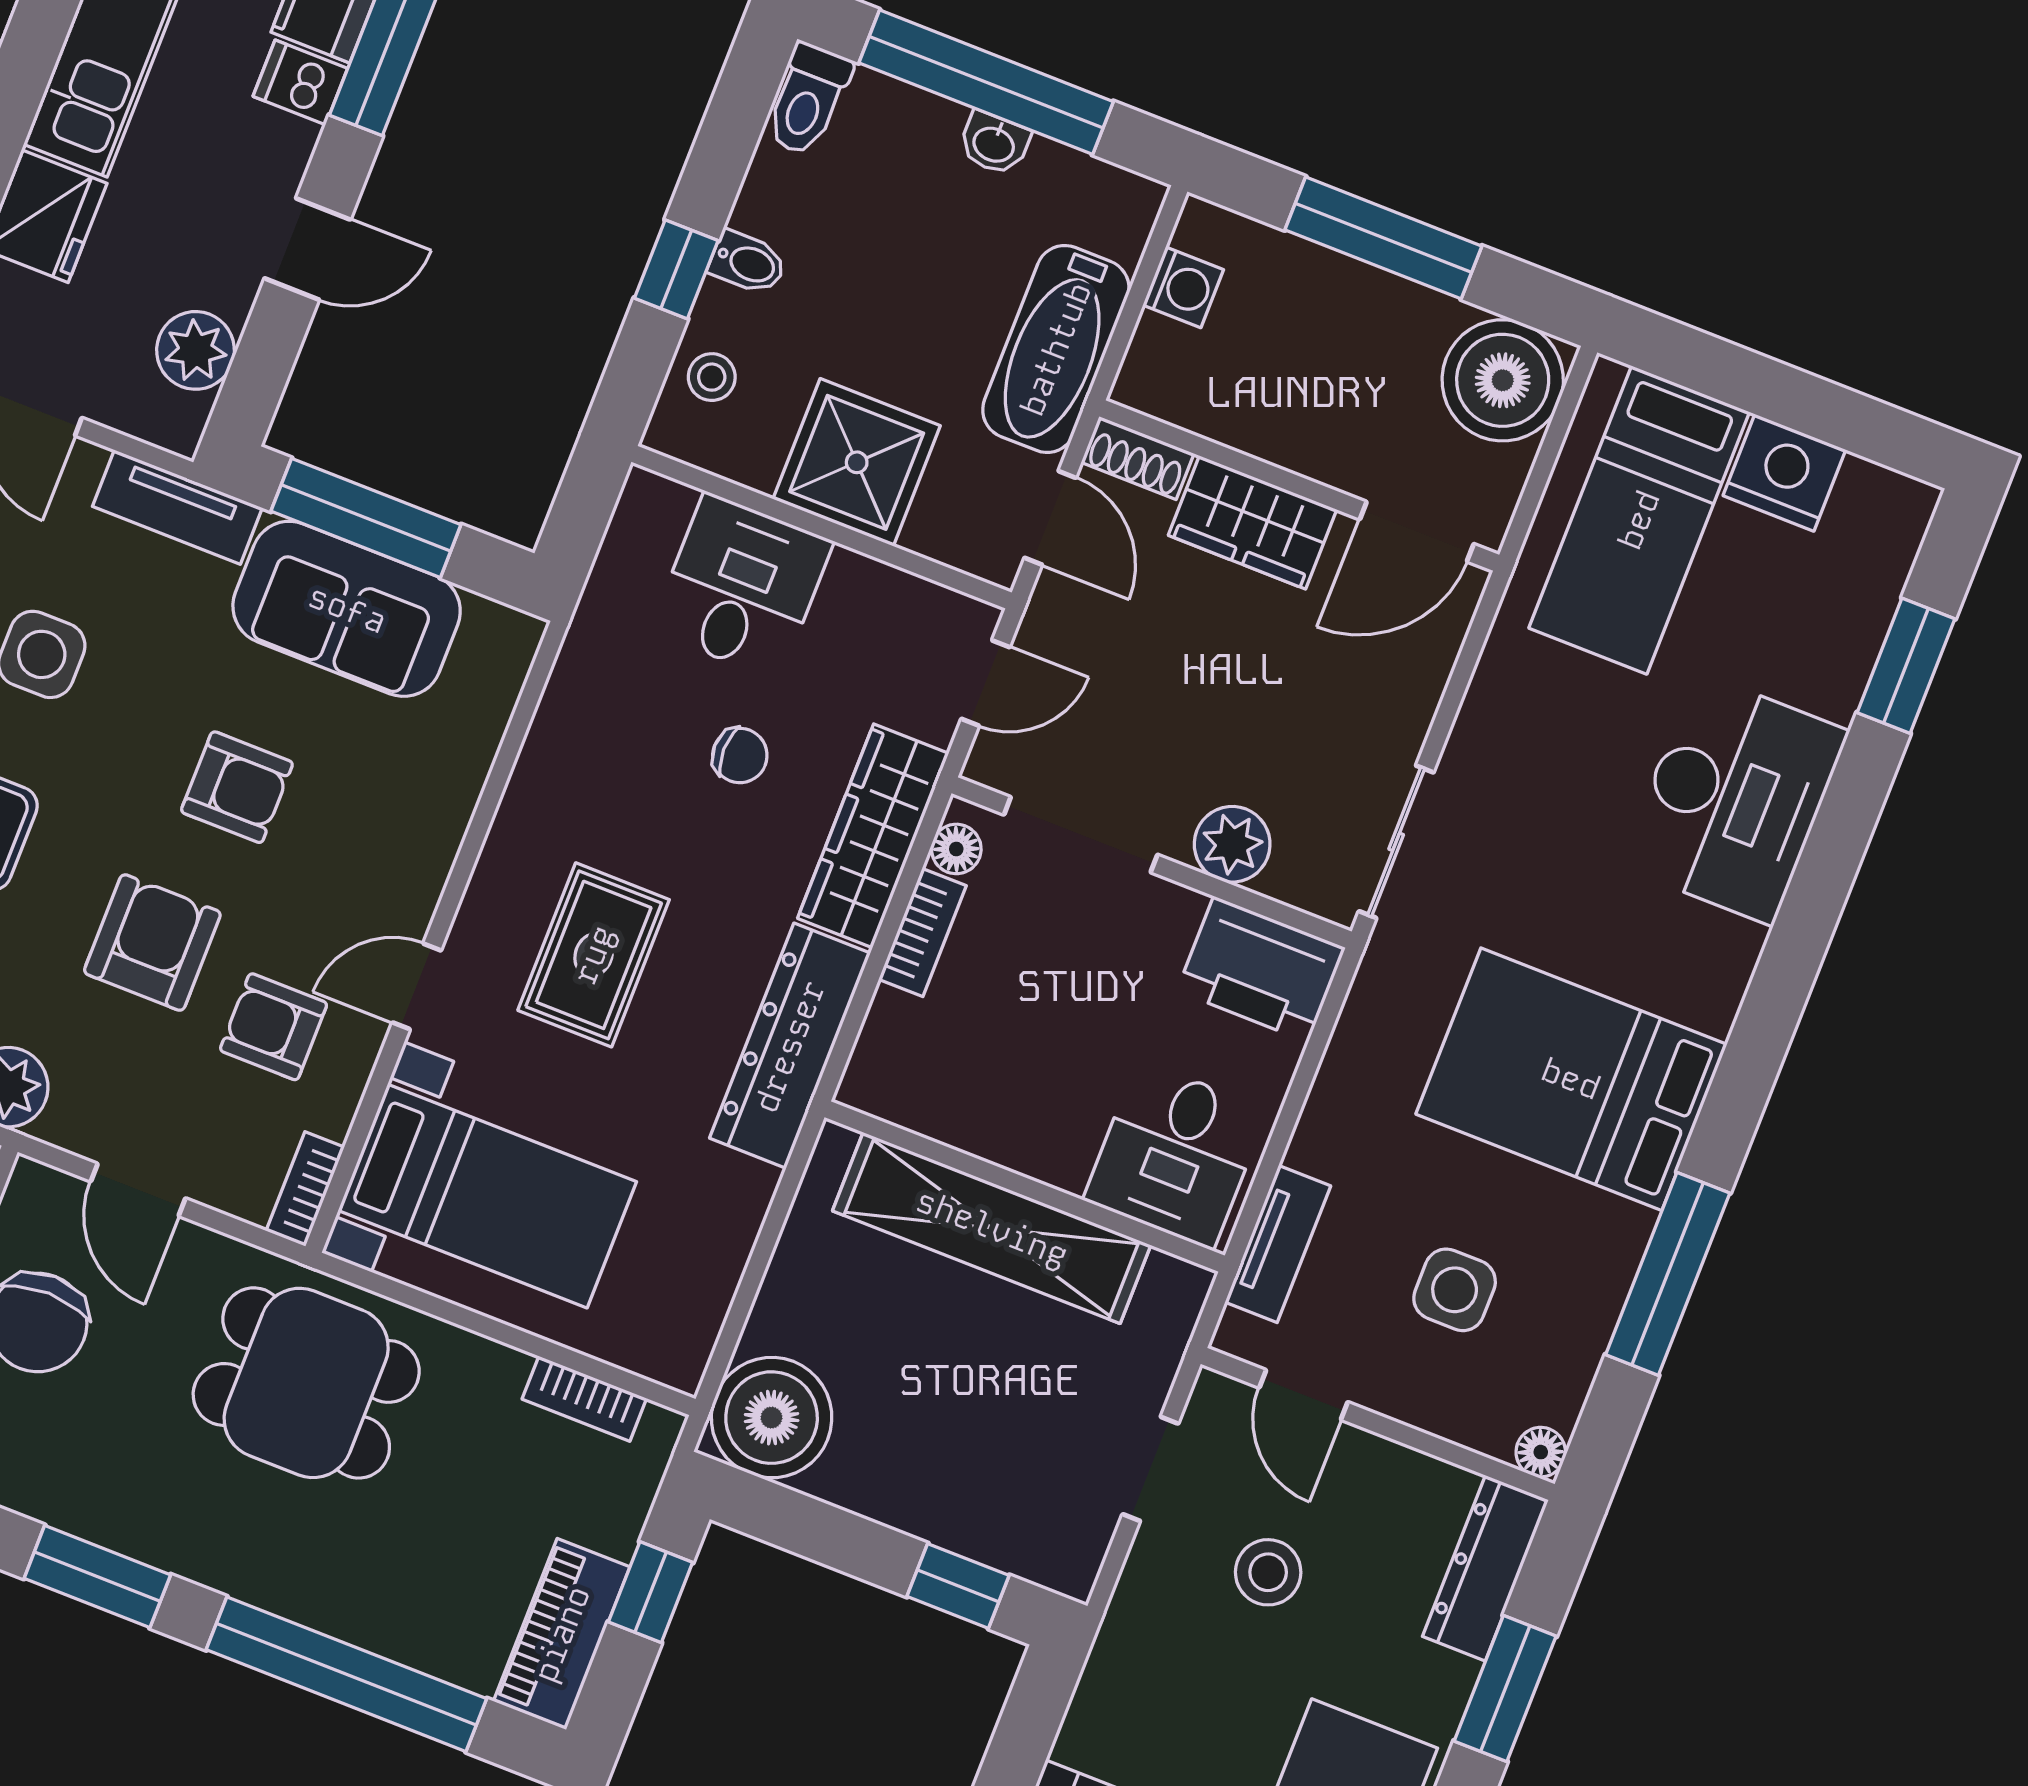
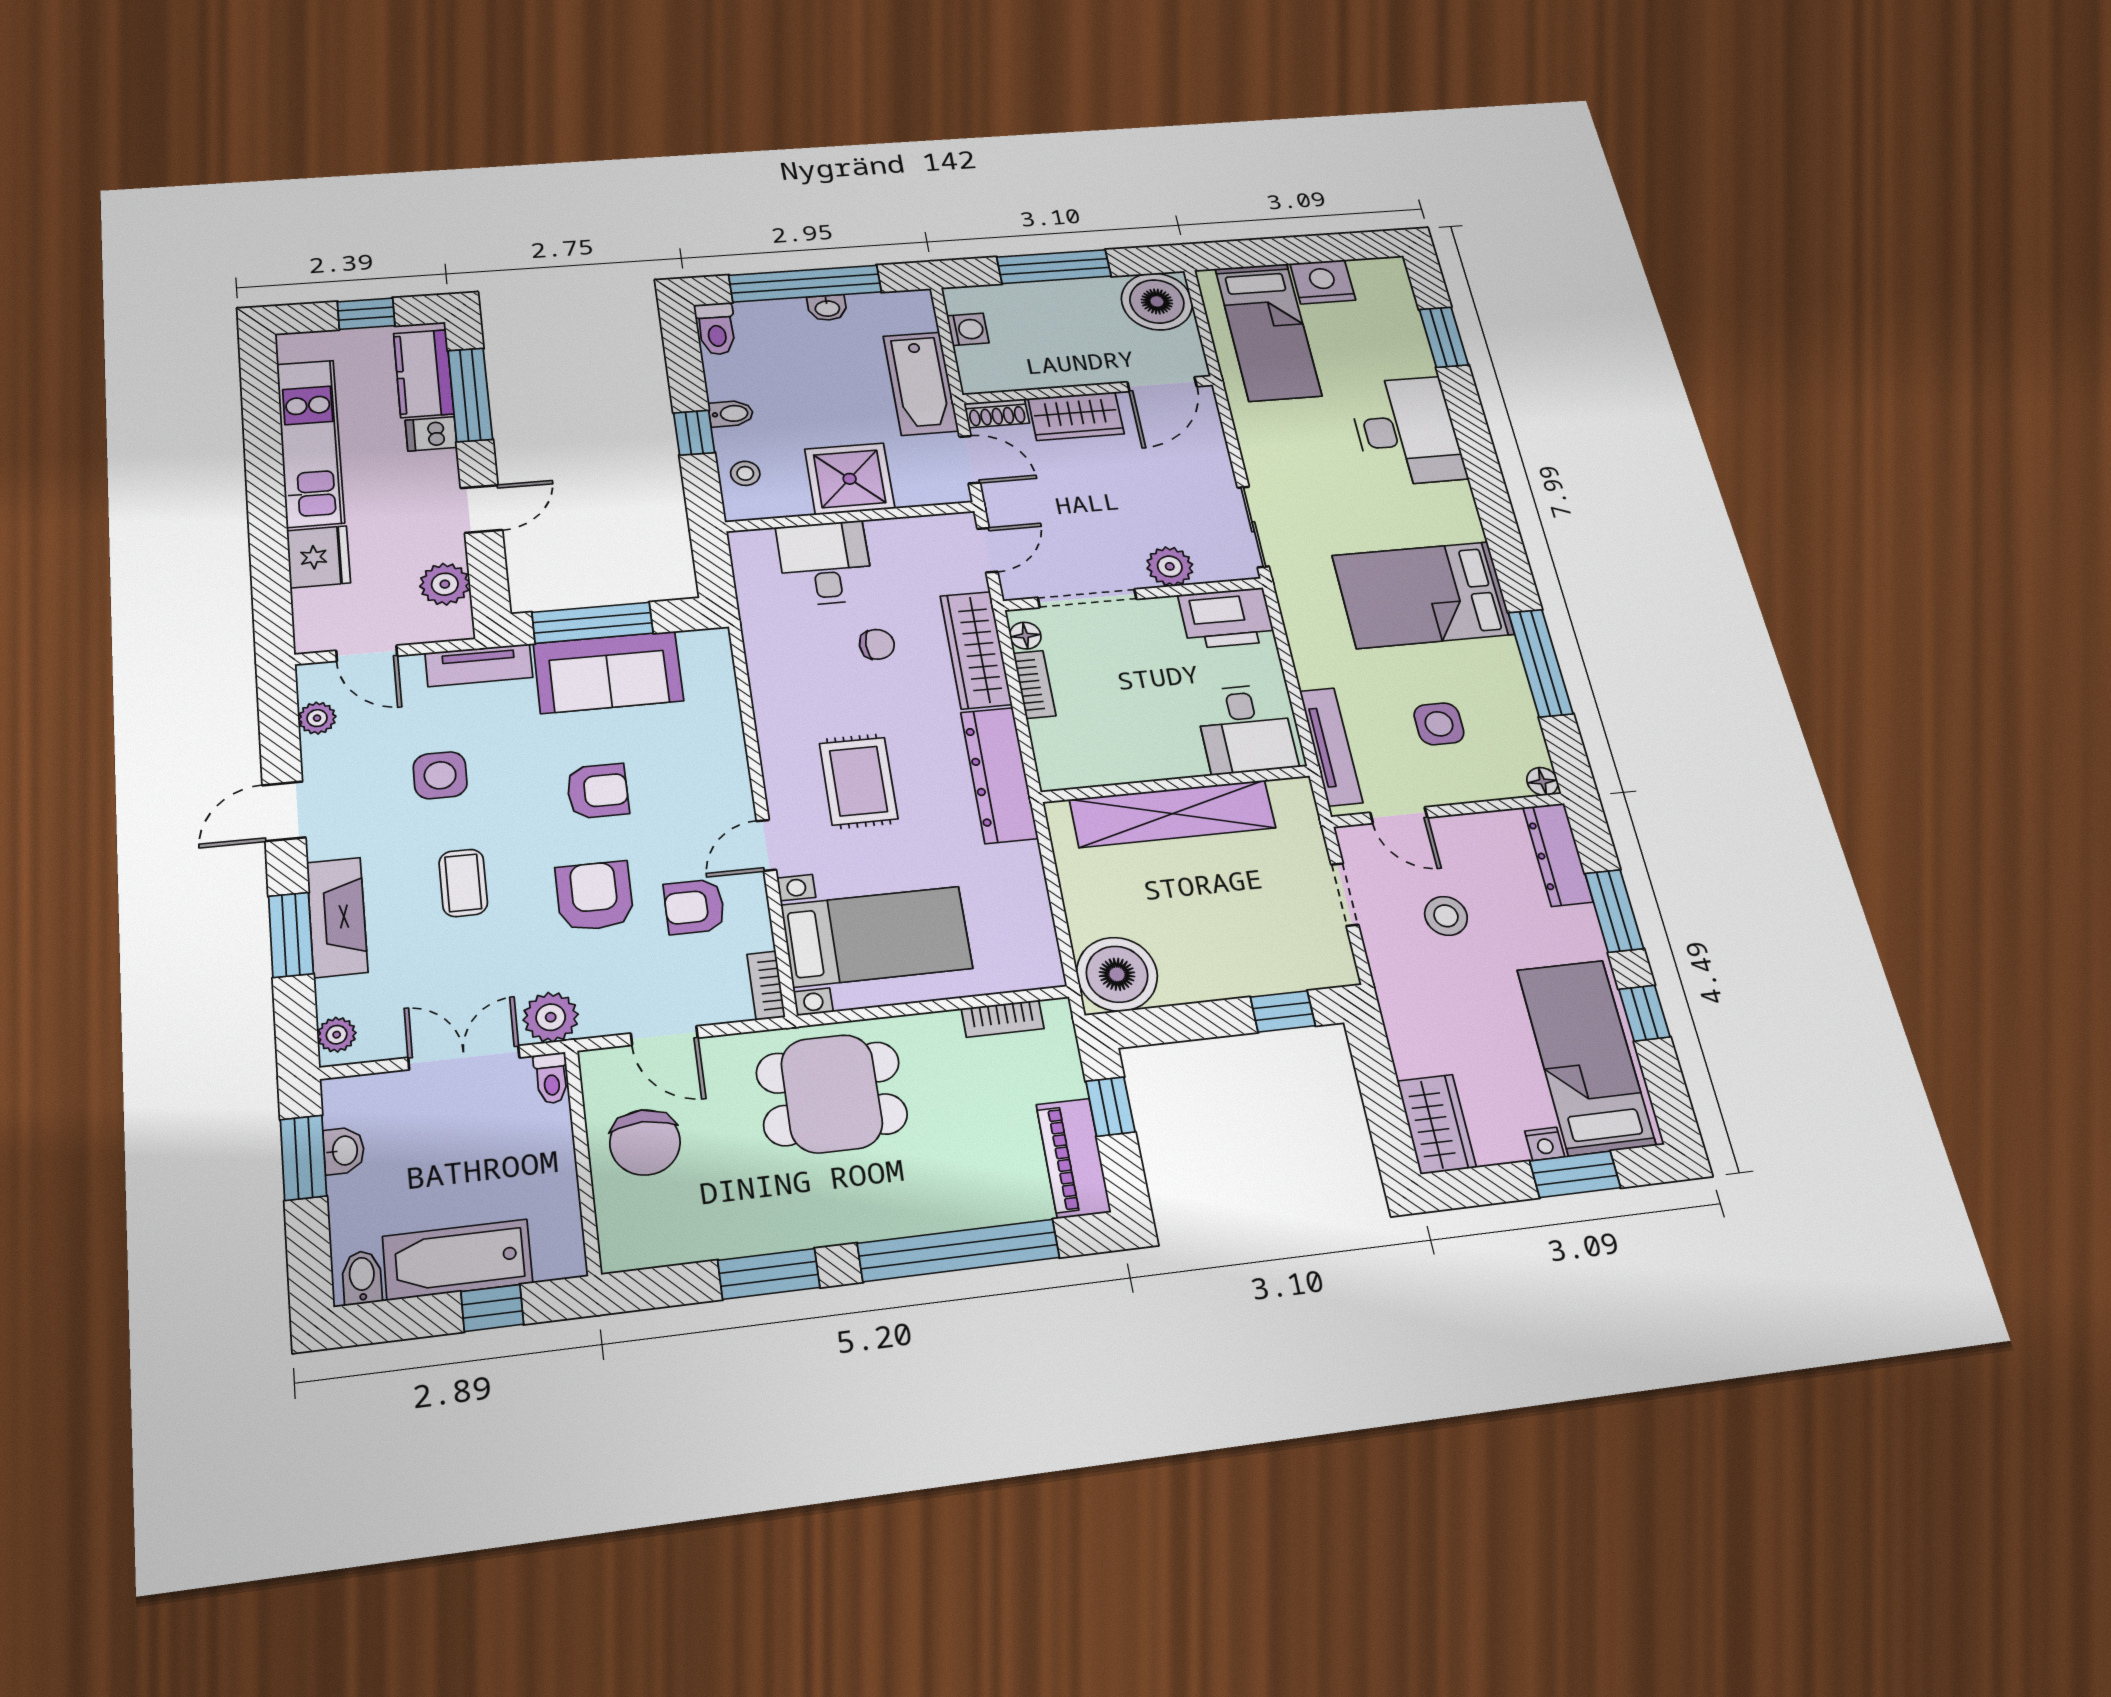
tv unit: (1278, 1244) -> (1331, 747), width x1.41

